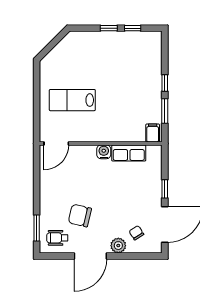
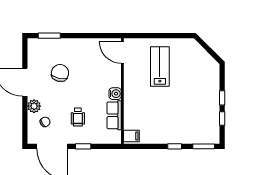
window: (165, 111) -> (204, 146), moved
wheelchair: (57, 238) -> (78, 117), moved, turned 180

